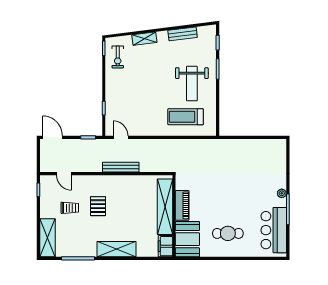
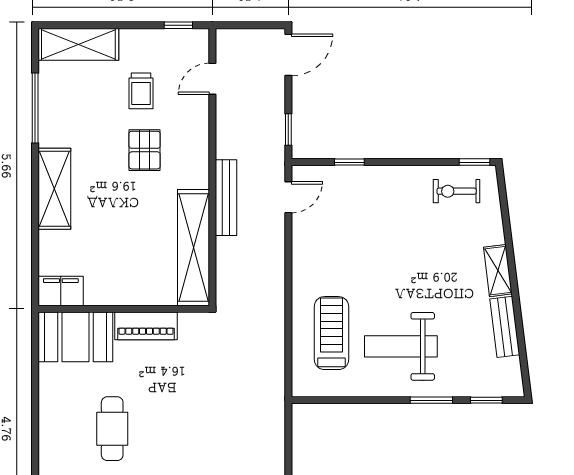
shelving: (144, 39) -> (498, 271), moved
pallet: (98, 206) -> (145, 150), turned 90
shelving: (165, 207) -> (193, 248), moved, turned 90
cafe table: (228, 233) -> (112, 429), moved

